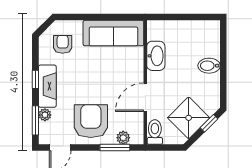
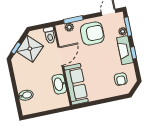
sofa: (113, 33) -> (76, 84), moved, turned 90
bidet: (209, 66) -> (26, 95), moved
armchair: (91, 121) -> (92, 33), turned -90

